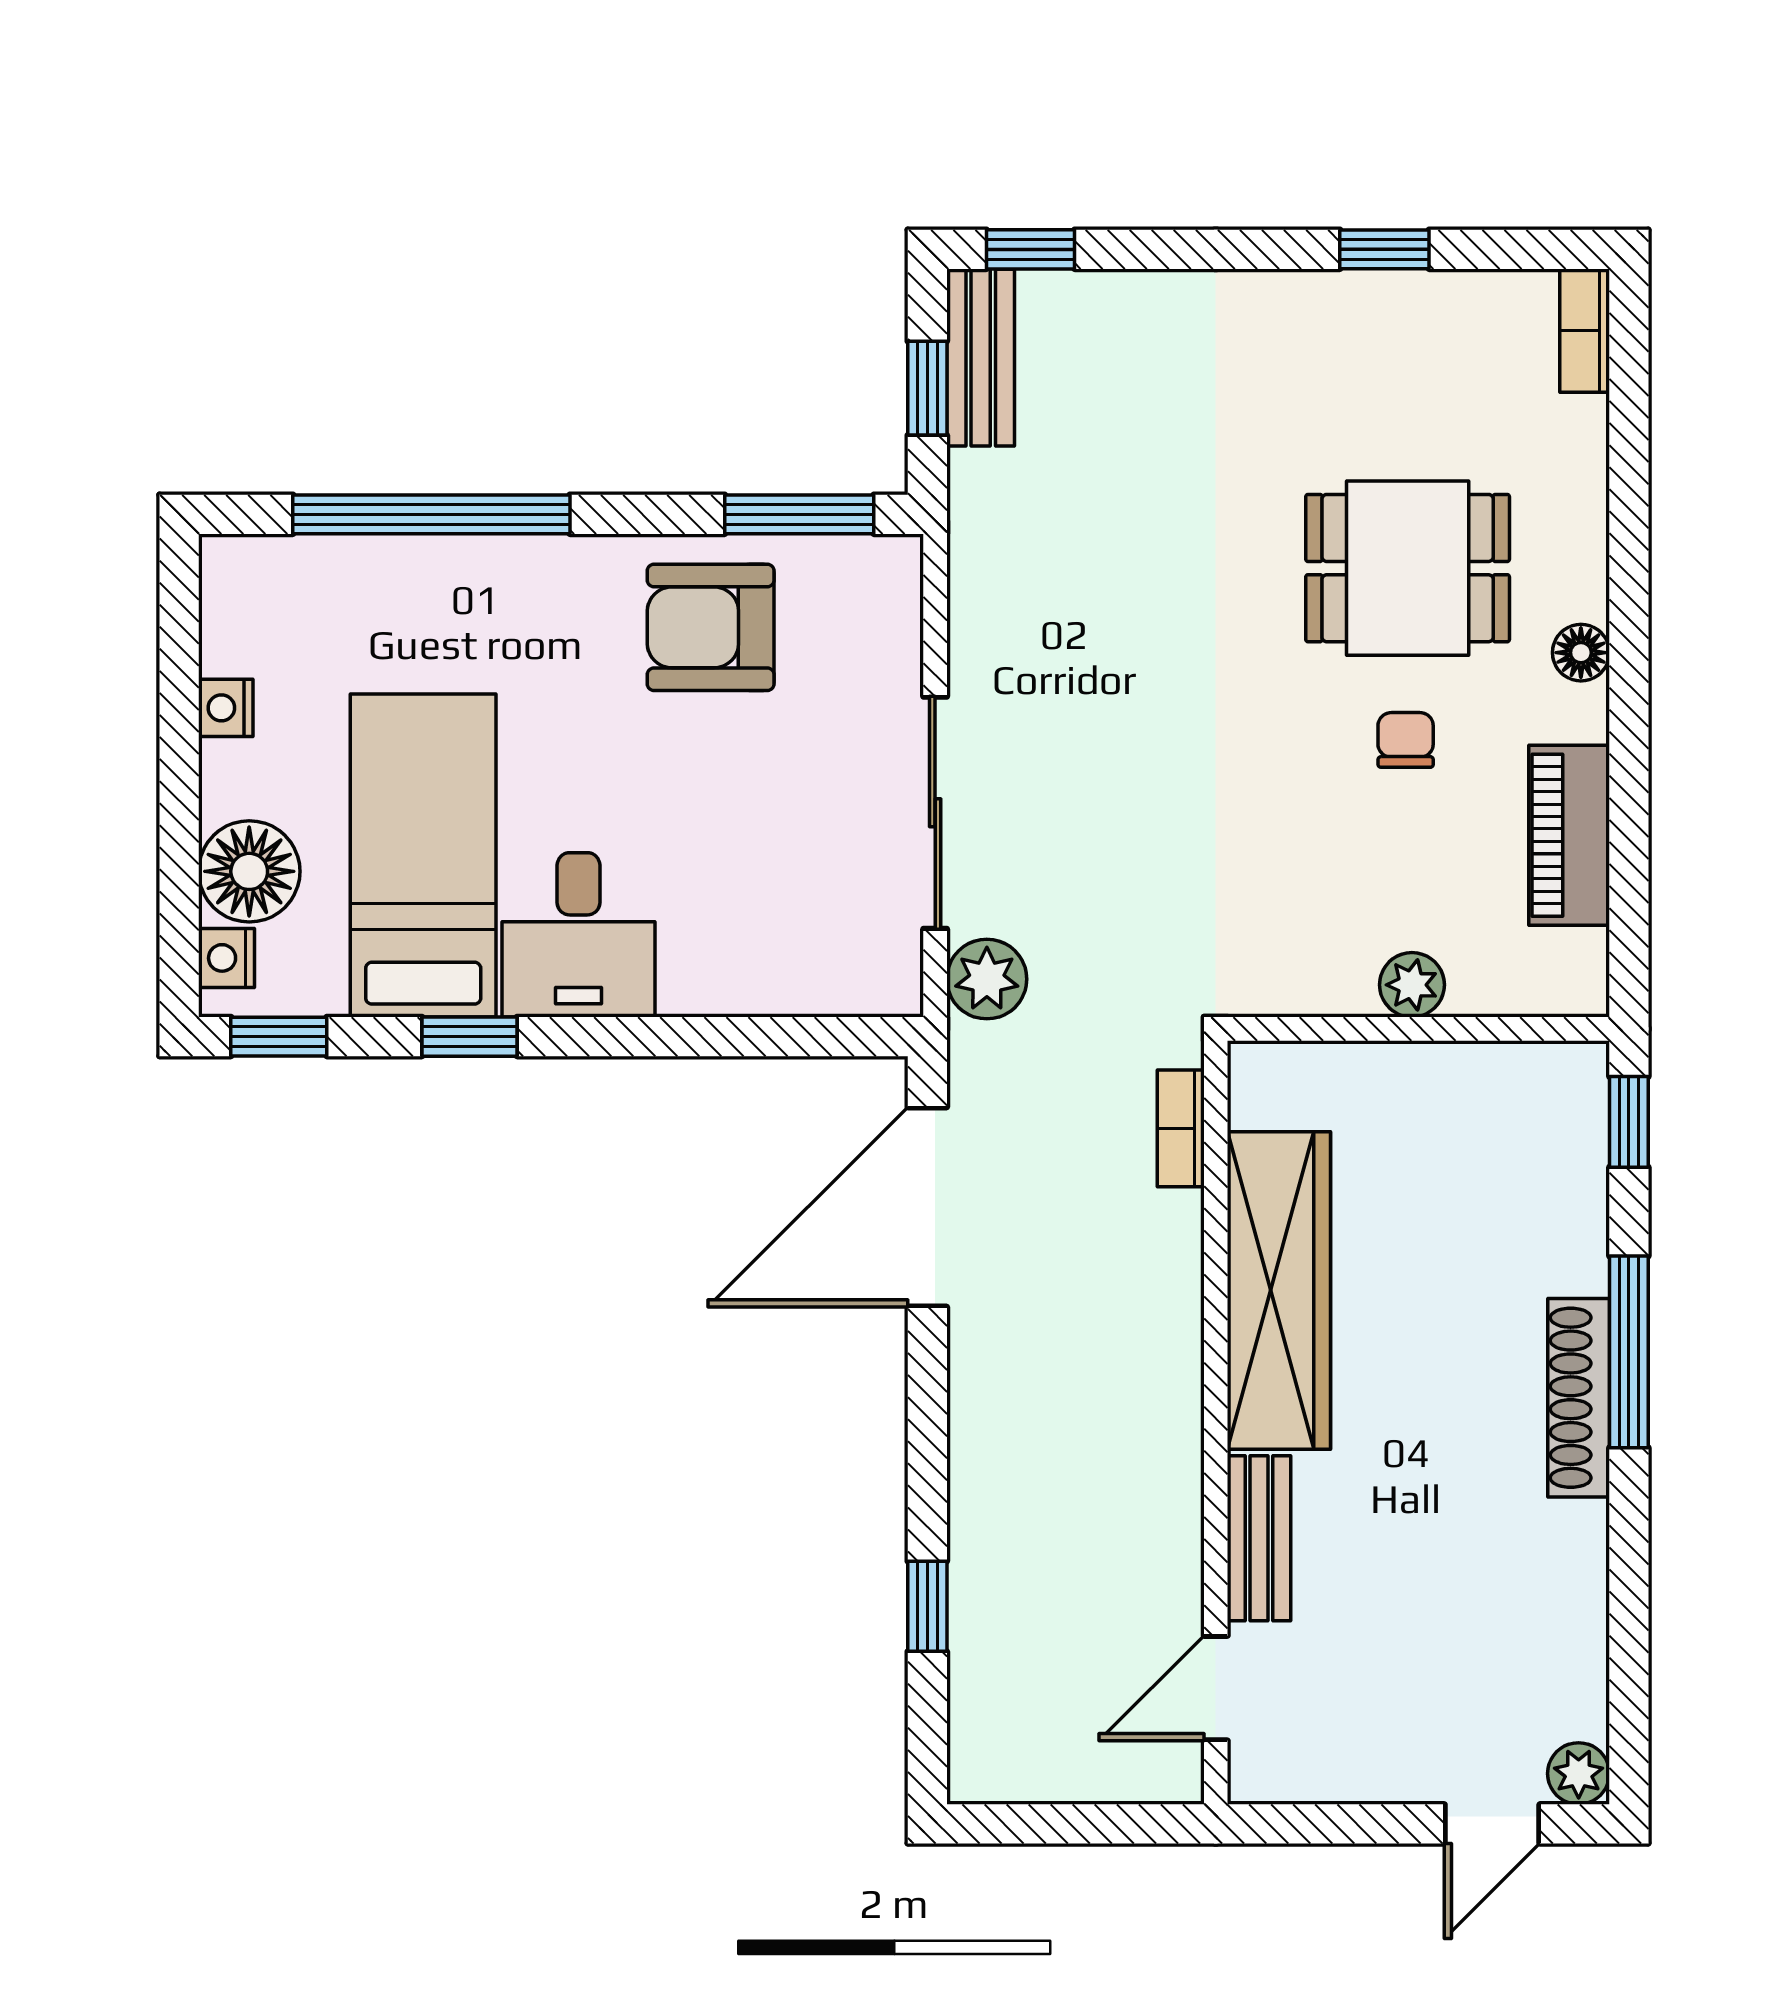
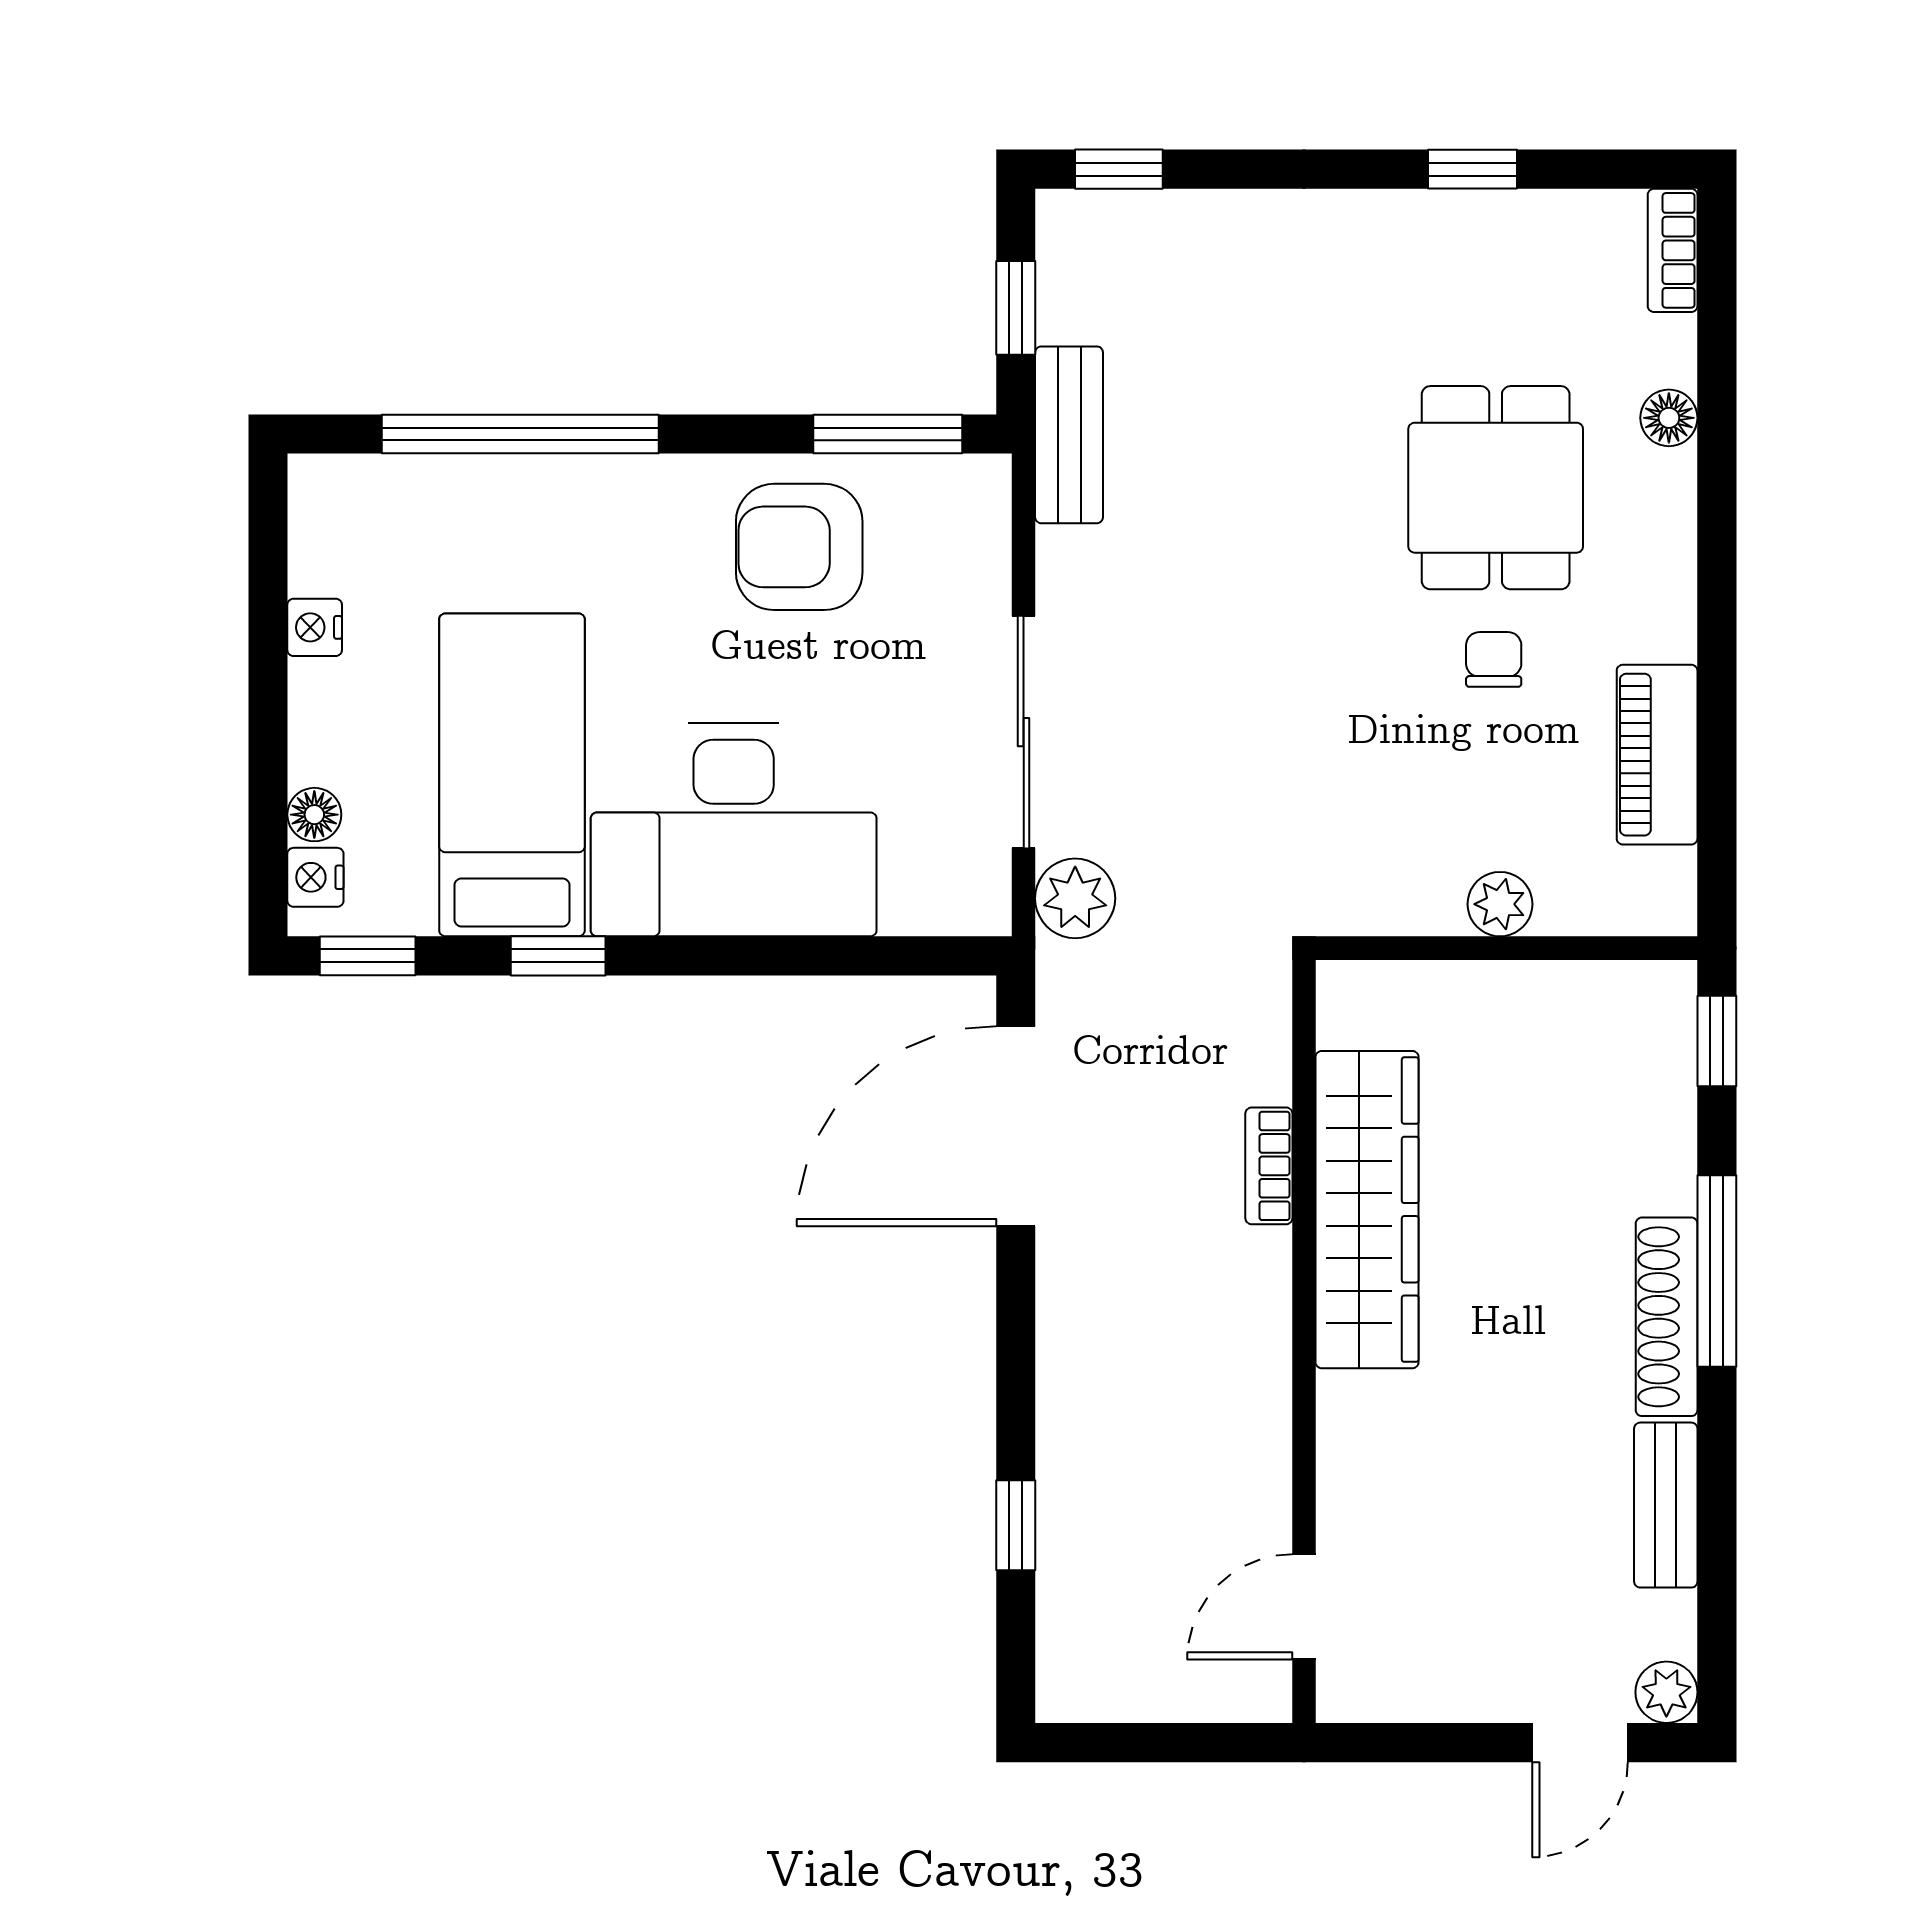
bench: (981, 358) -> (1069, 435), moved
dining table: (1408, 568) -> (1496, 488), turned 90
floor lamp: (1581, 653) -> (1669, 418), moved
floor lamp: (249, 871) -> (314, 815), width x0.53, depth x0.53
desk: (578, 935) -> (734, 830), width x1.87, depth x1.30
bookcase: (1181, 1128) -> (1269, 1166), moved
bench: (1259, 1538) -> (1666, 1505), moved

